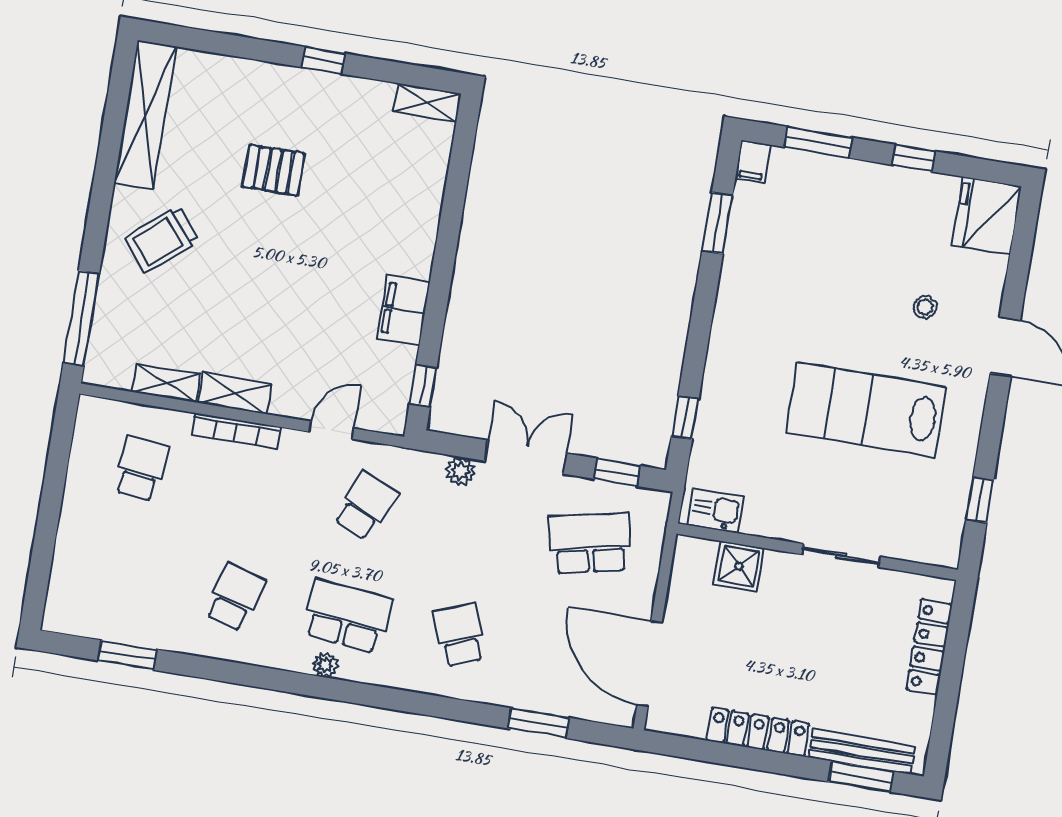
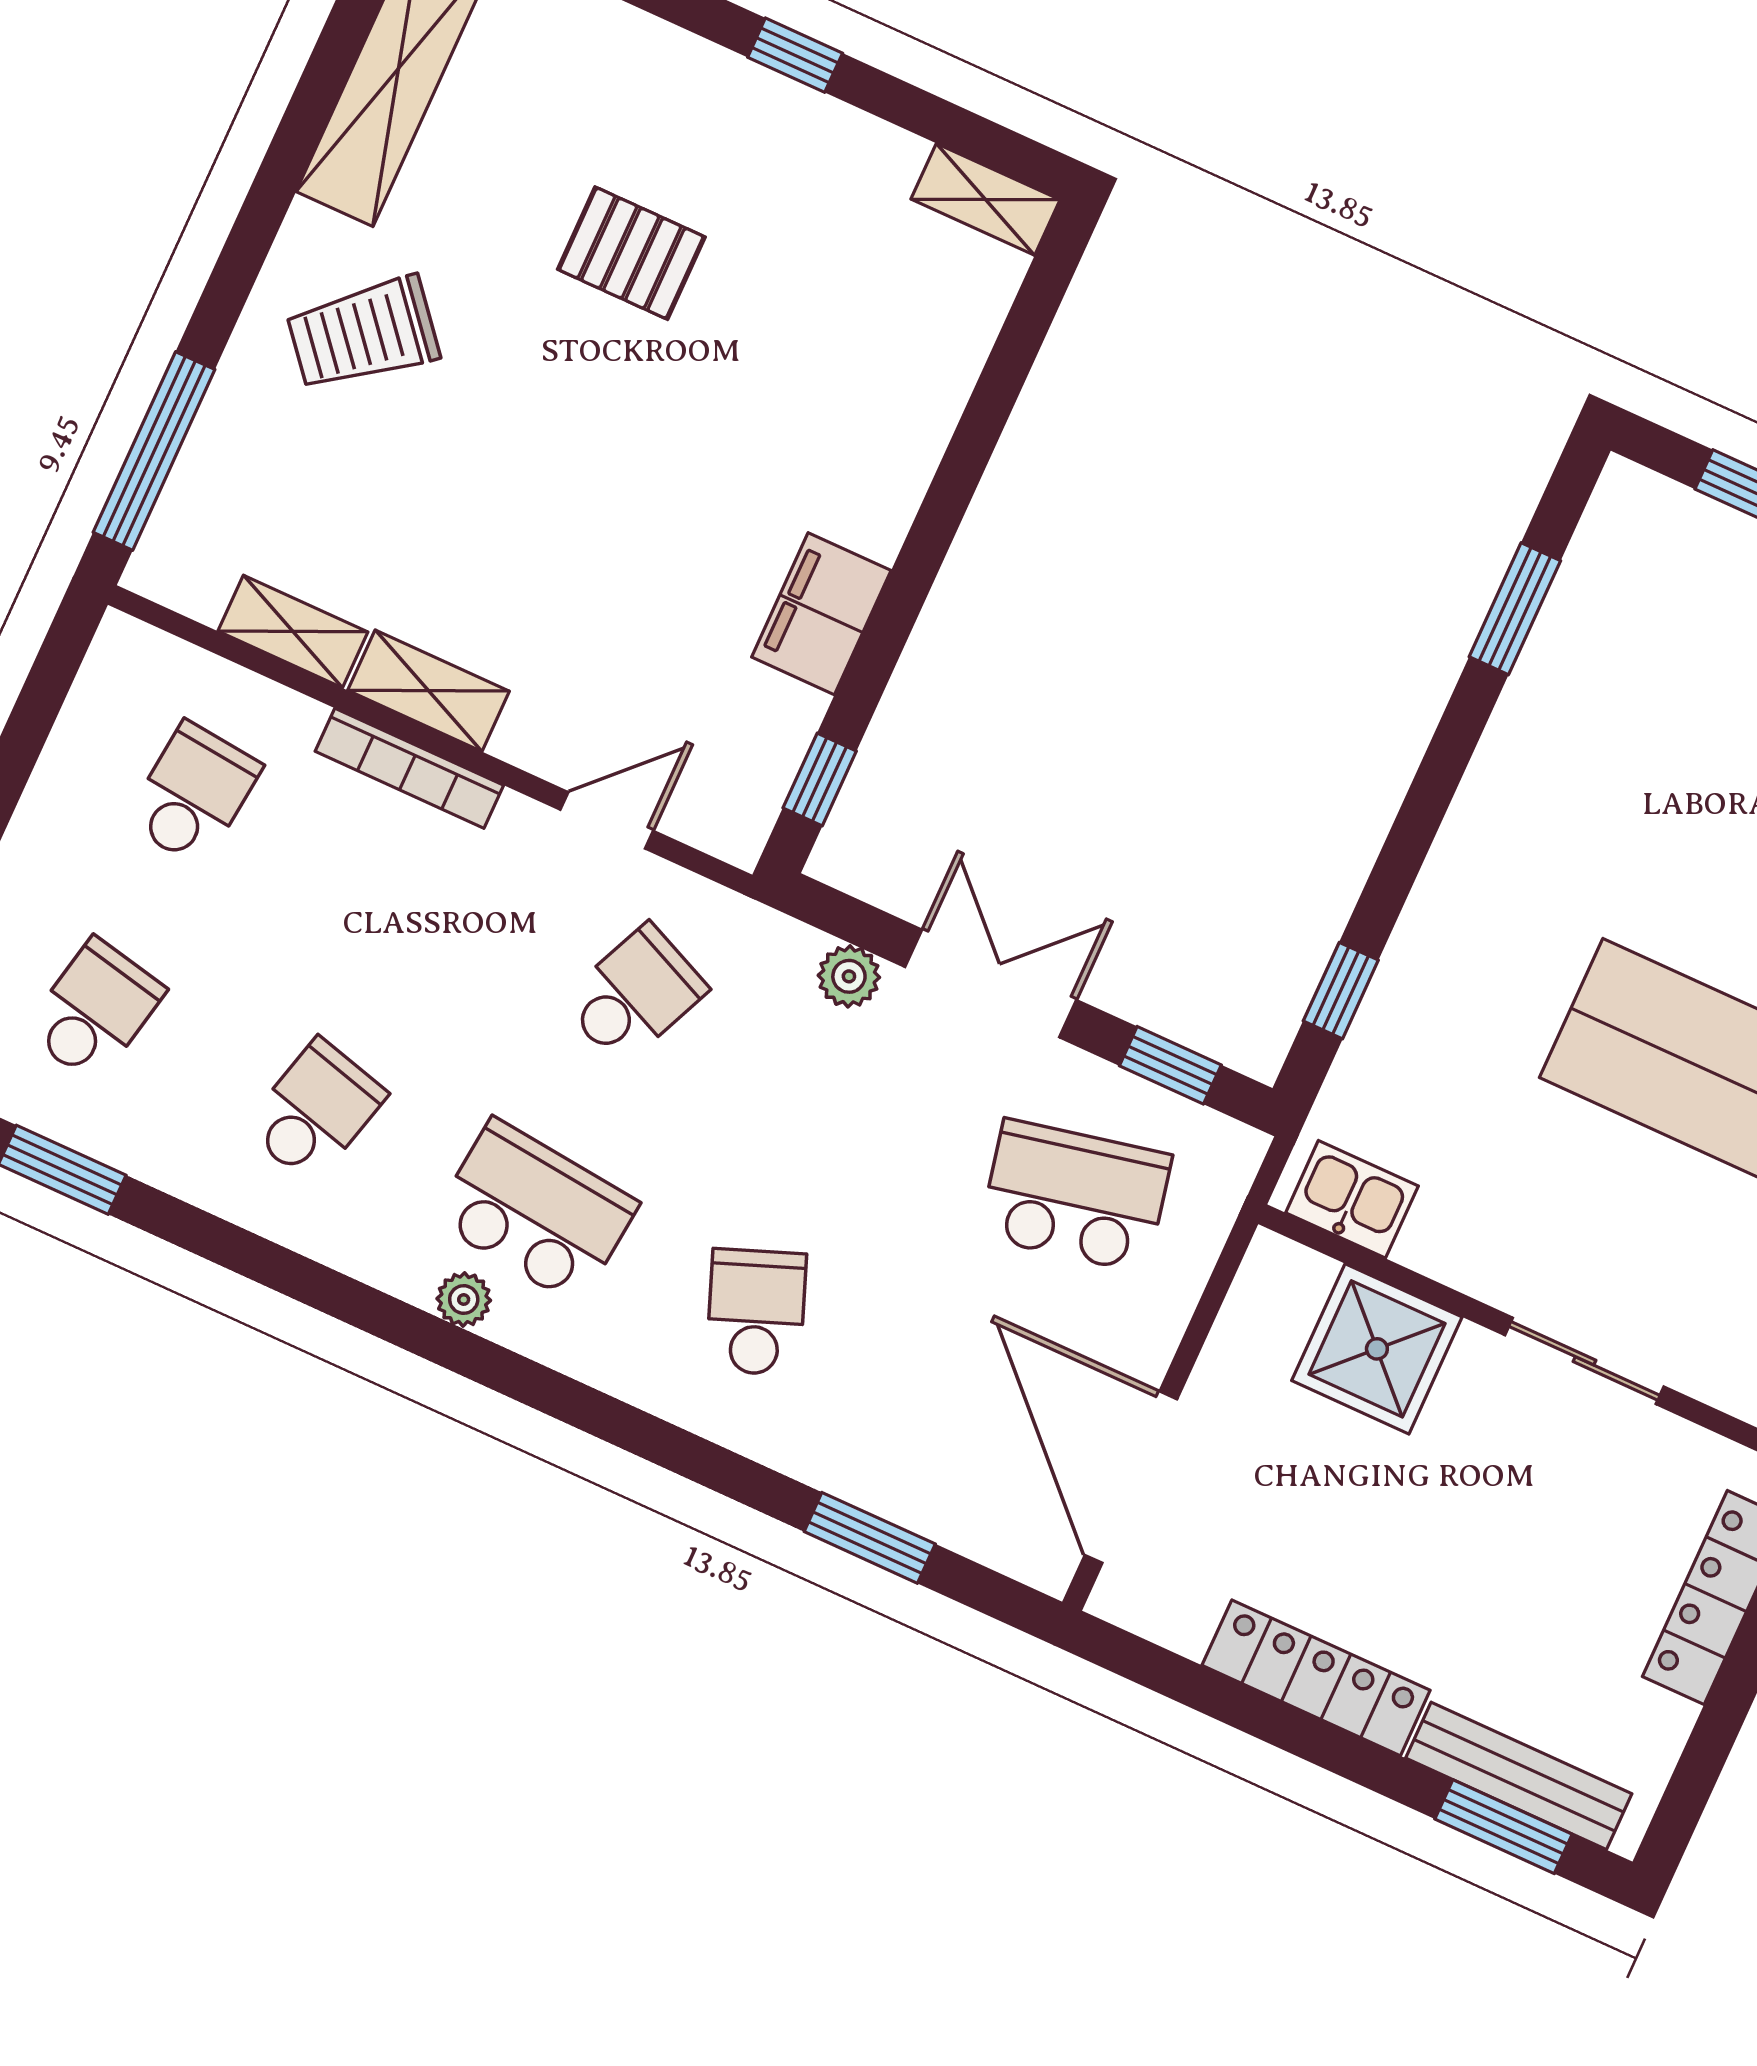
filing cabinet: (753, 162) -> (1622, 502), removed
shower: (739, 566) -> (1377, 1349), width x1.36, depth x1.36
school desk: (123, 579) -> (95, 1011), added

